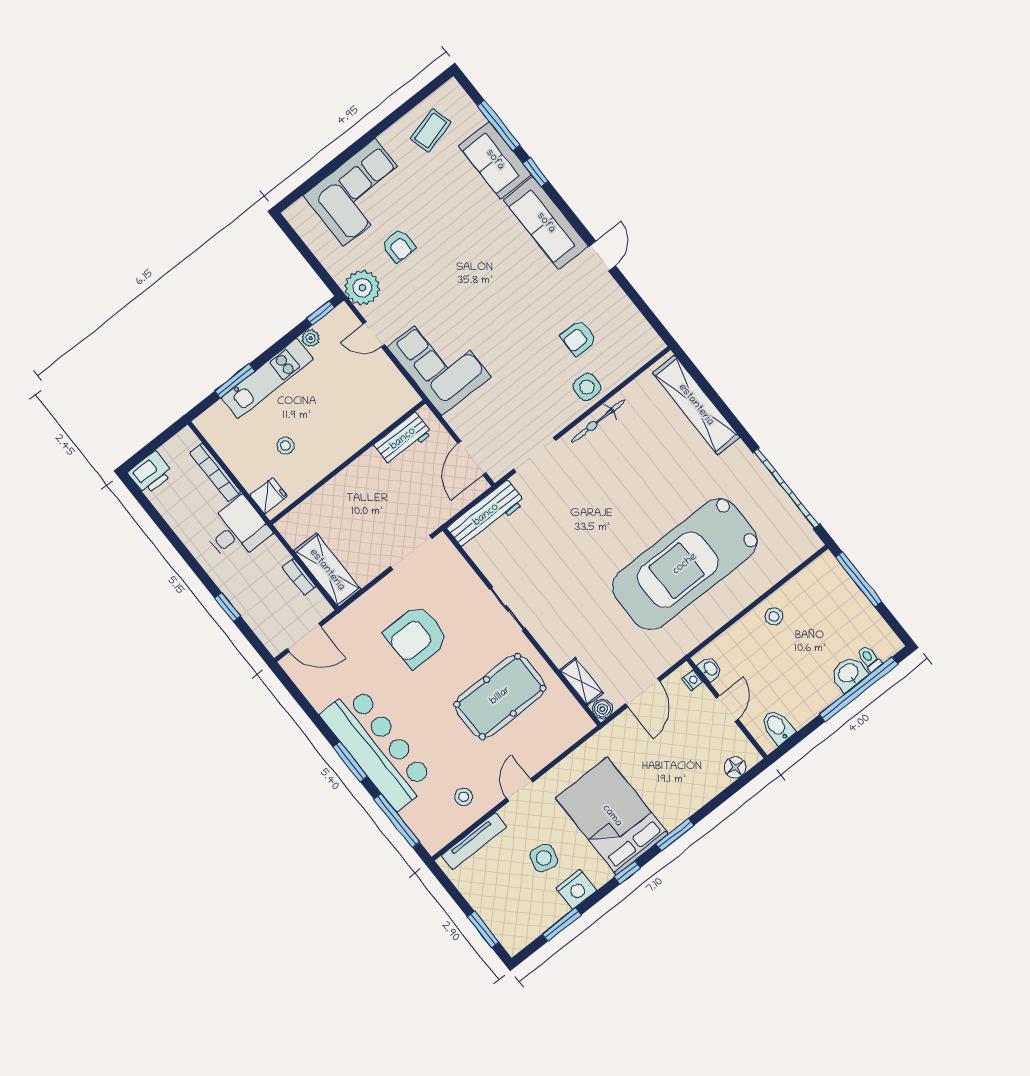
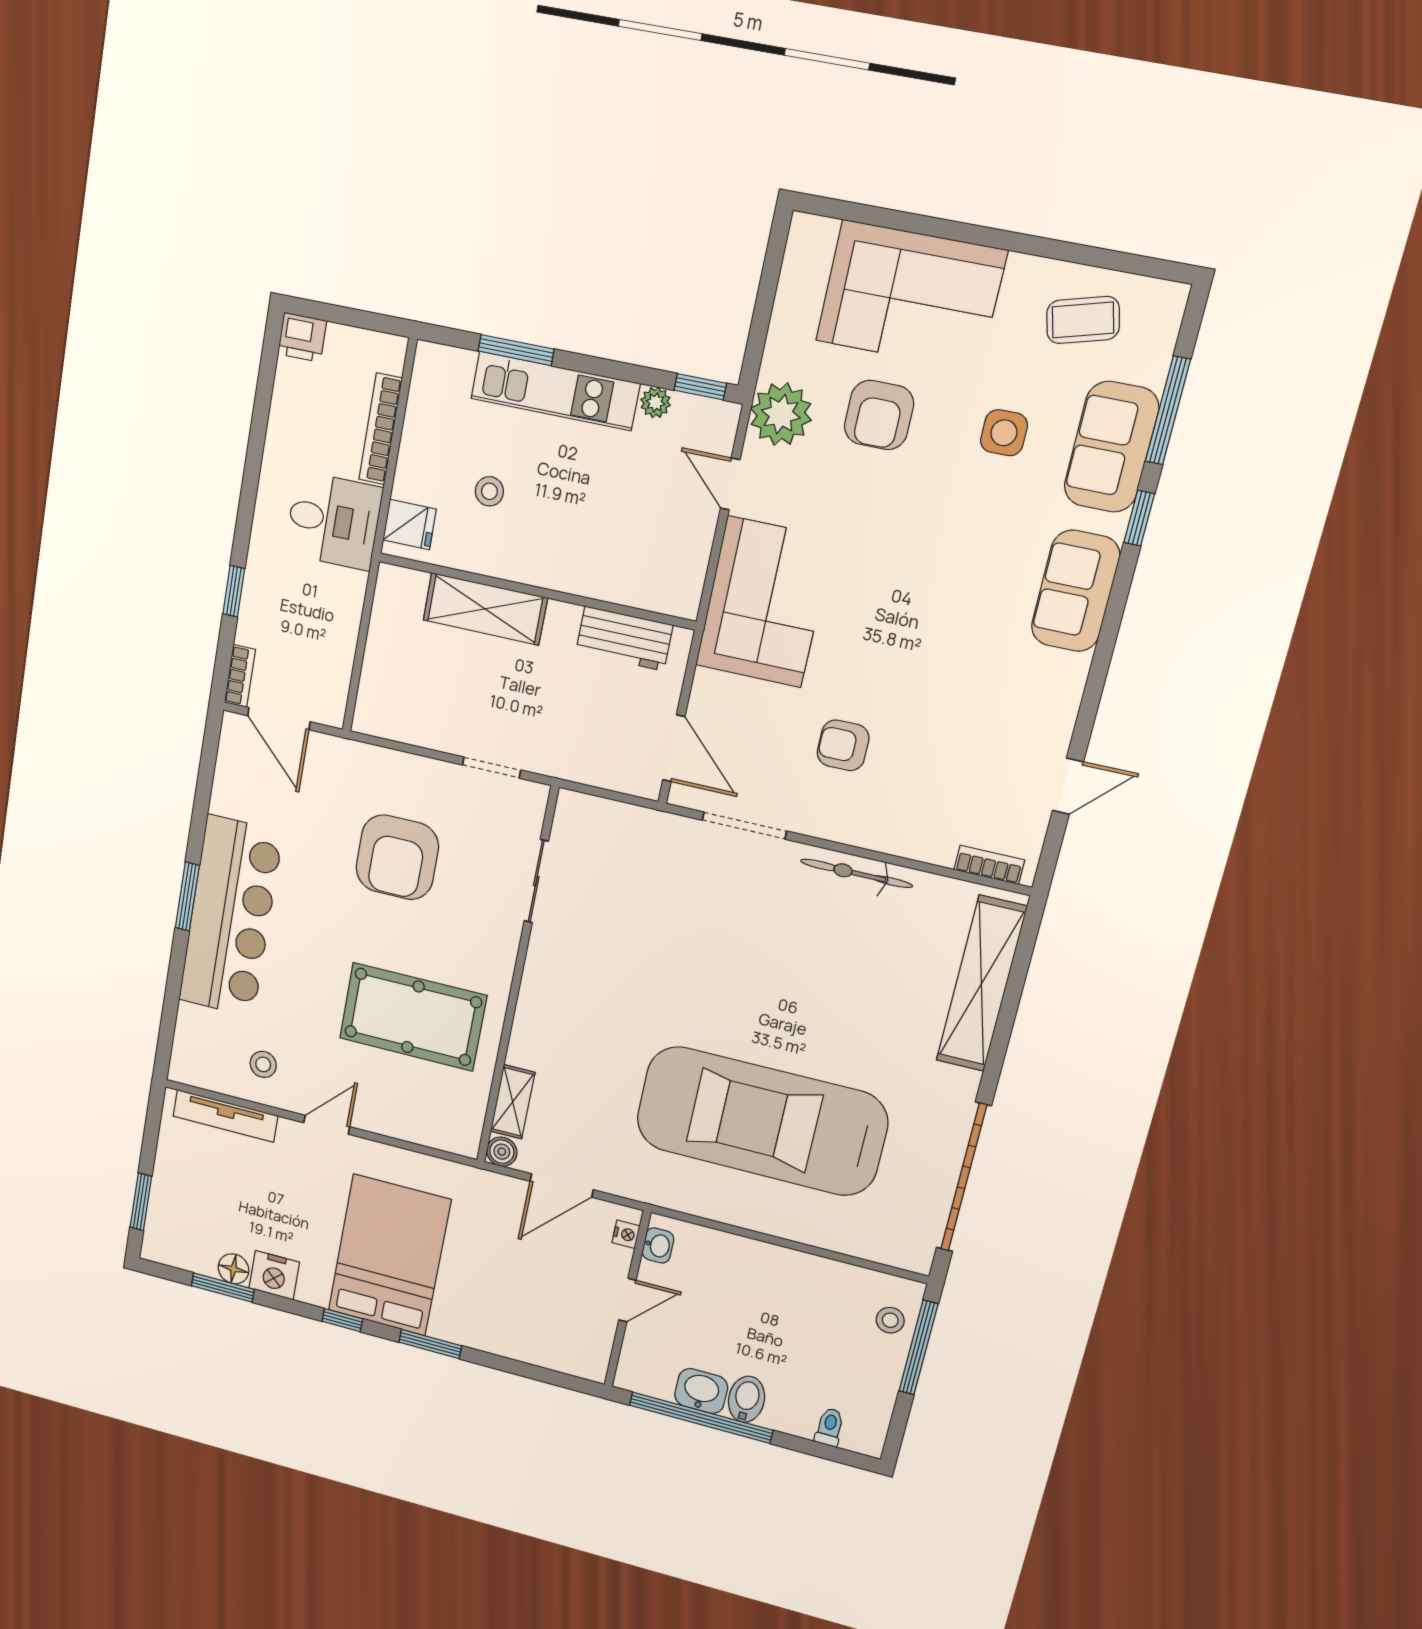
sofa: (546, 223) -> (1075, 591), width x0.73
armchair: (399, 246) -> (879, 415), width x1.38, depth x1.38
door: (602, 256) -> (1068, 786), moved
armchair: (579, 338) -> (843, 745), moved
bookcase: (642, 357) -> (989, 865), added
side table: (587, 387) -> (1004, 433), moved
door: (472, 458) -> (674, 748), swing flipped
printer: (150, 473) -> (302, 337), width x0.73, depth x0.81
workbench: (486, 515) -> (616, 824), removed
doorway: (411, 553) -> (492, 768), width x0.73
shelving: (327, 570) -> (485, 609), moved, turned 90
bookcase: (299, 577) -> (240, 676), moved, turned 180
sliding door: (507, 609) -> (536, 881), moved
stool: (774, 616) -> (890, 1320), moved
armchair: (416, 636) -> (397, 857), turned -90
washbasin: (849, 674) -> (701, 1391), moved
window: (858, 689) -> (701, 1418), moved
bidet: (777, 727) -> (746, 1399), moved
floor lamp: (735, 767) -> (234, 1269), moved
window: (397, 820) -> (171, 1006), removed
side table: (544, 858) -> (276, 1211), removed

